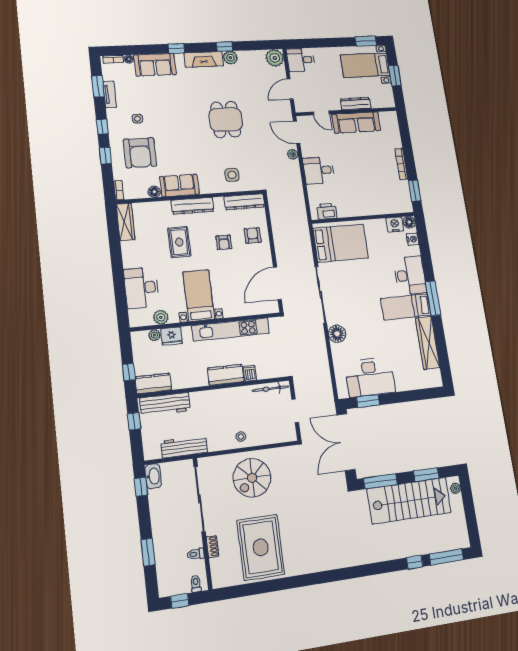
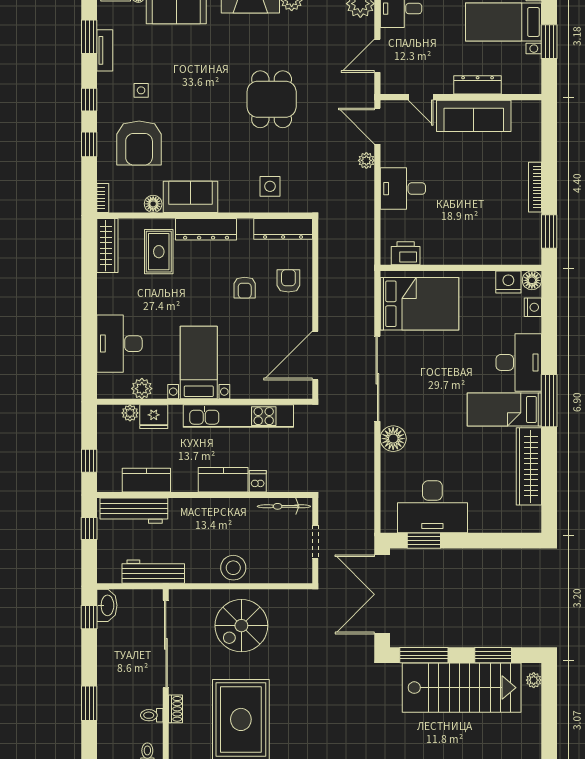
rug: (179, 242) -> (159, 252), moved
kitchen counter: (153, 383) -> (146, 480), moved
stool: (241, 437) -> (233, 568), width x1.89, depth x1.89

